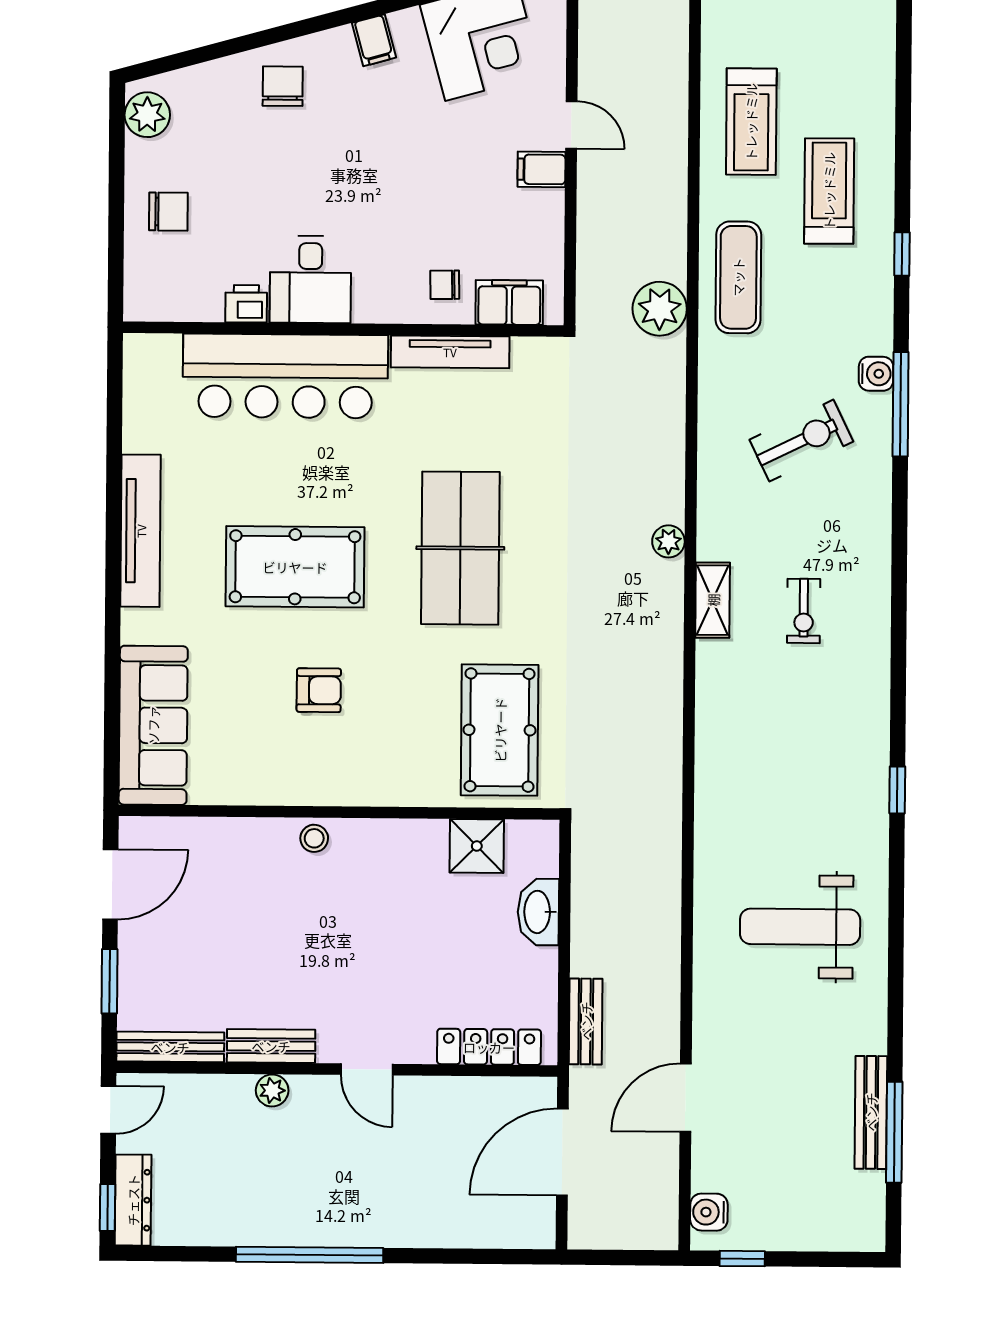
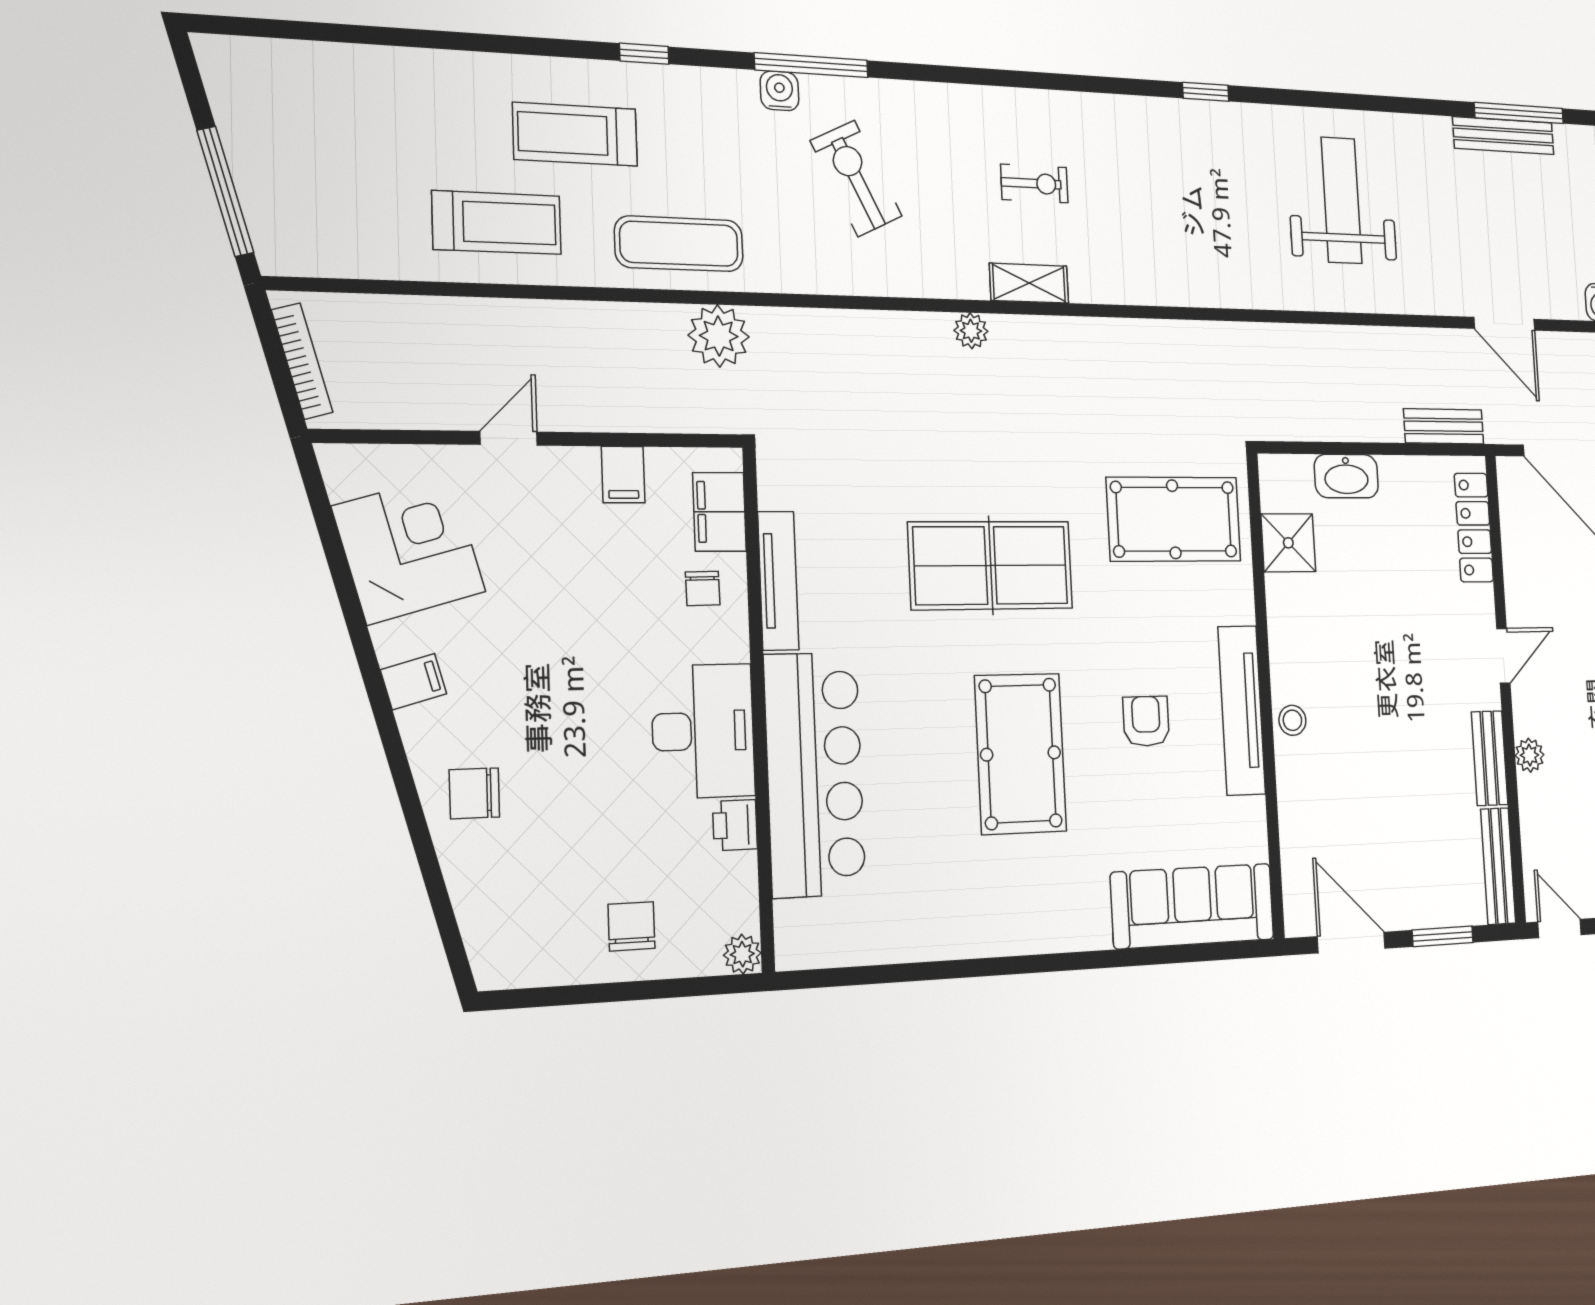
plant: (147, 115) -> (742, 954), moved, width x0.73, depth x0.73
filing cabinet: (542, 169) -> (623, 475), moved
desk: (310, 280) -> (703, 731), width x1.37
tv unit: (141, 531) -> (1242, 710), moved, turned -90
weight bench: (800, 927) -> (1341, 200), turned 180

